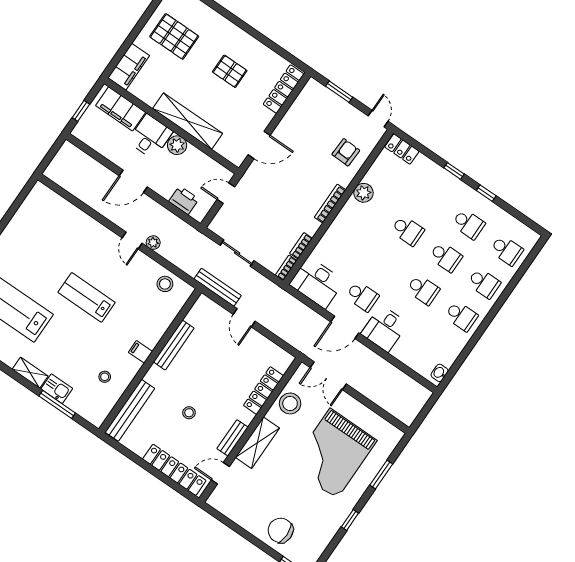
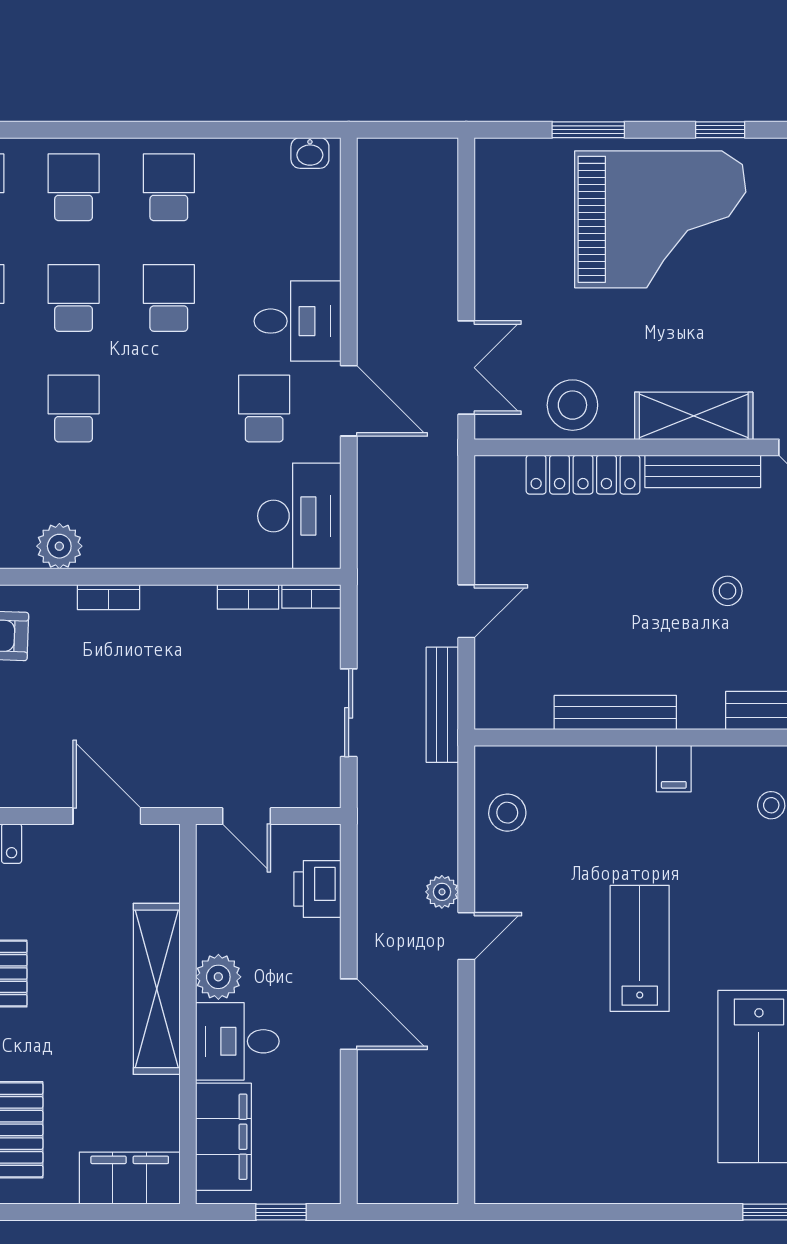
bookcase: (330, 204) -> (108, 597), width x0.64
lab bench: (87, 297) -> (640, 948), turned 180
bench: (232, 438) -> (703, 471), width x1.36
grand piano: (333, 454) -> (660, 219), moved

